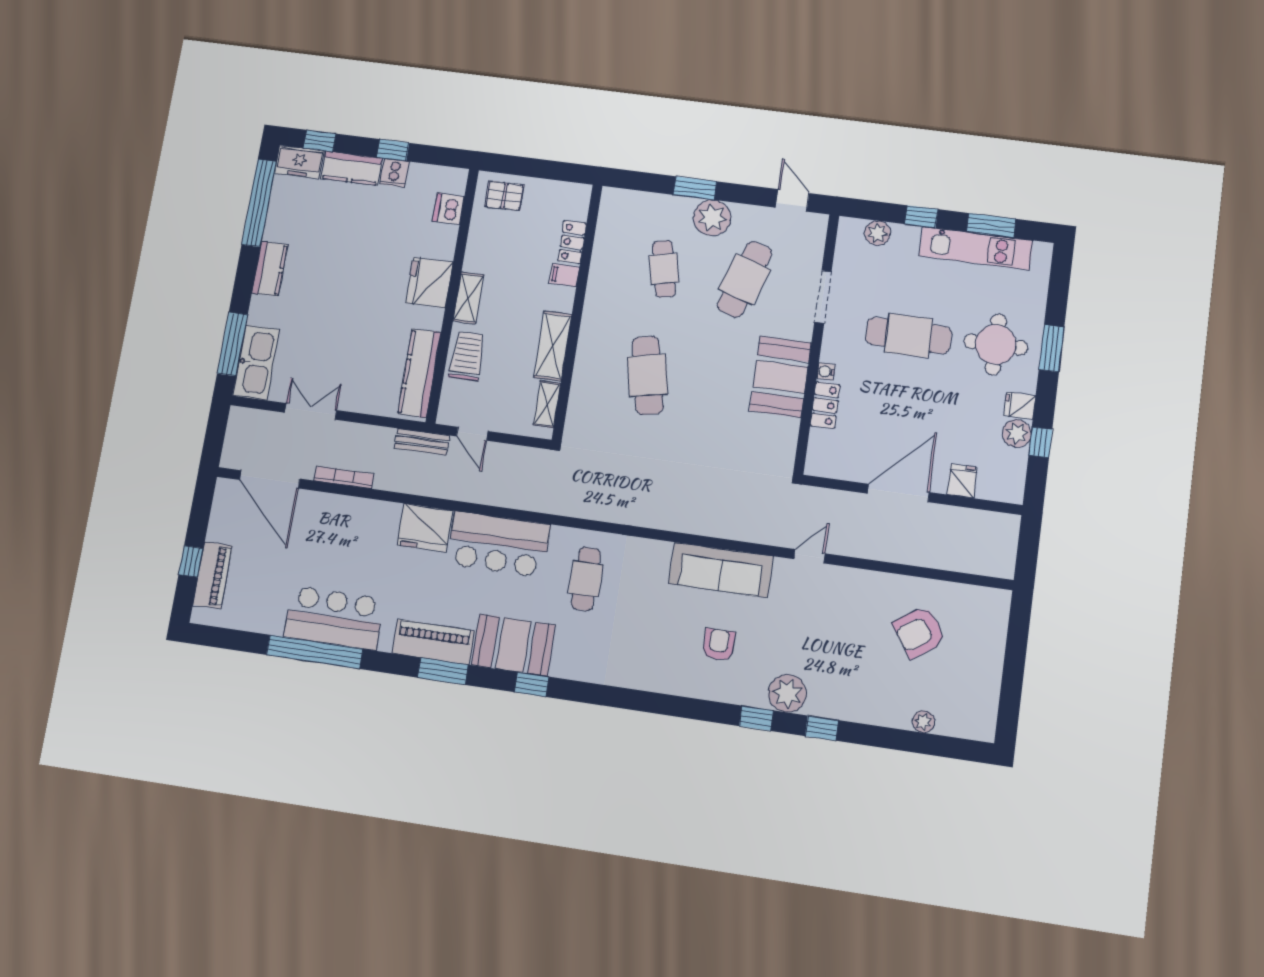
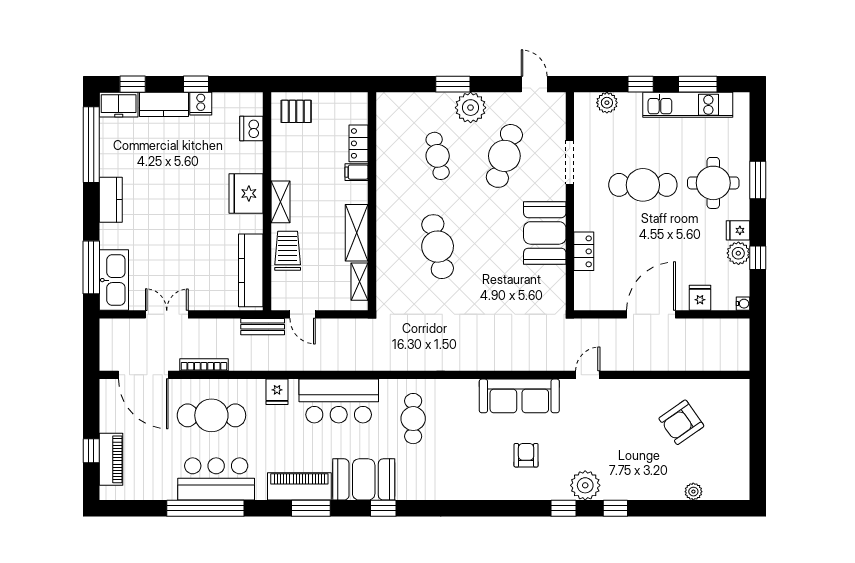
water cooler: (826, 371) -> (743, 304), moved, turned 180
fridge: (425, 528) -> (277, 392), width x0.53, depth x0.75
cafe table: (342, 540) -> (211, 415), added

